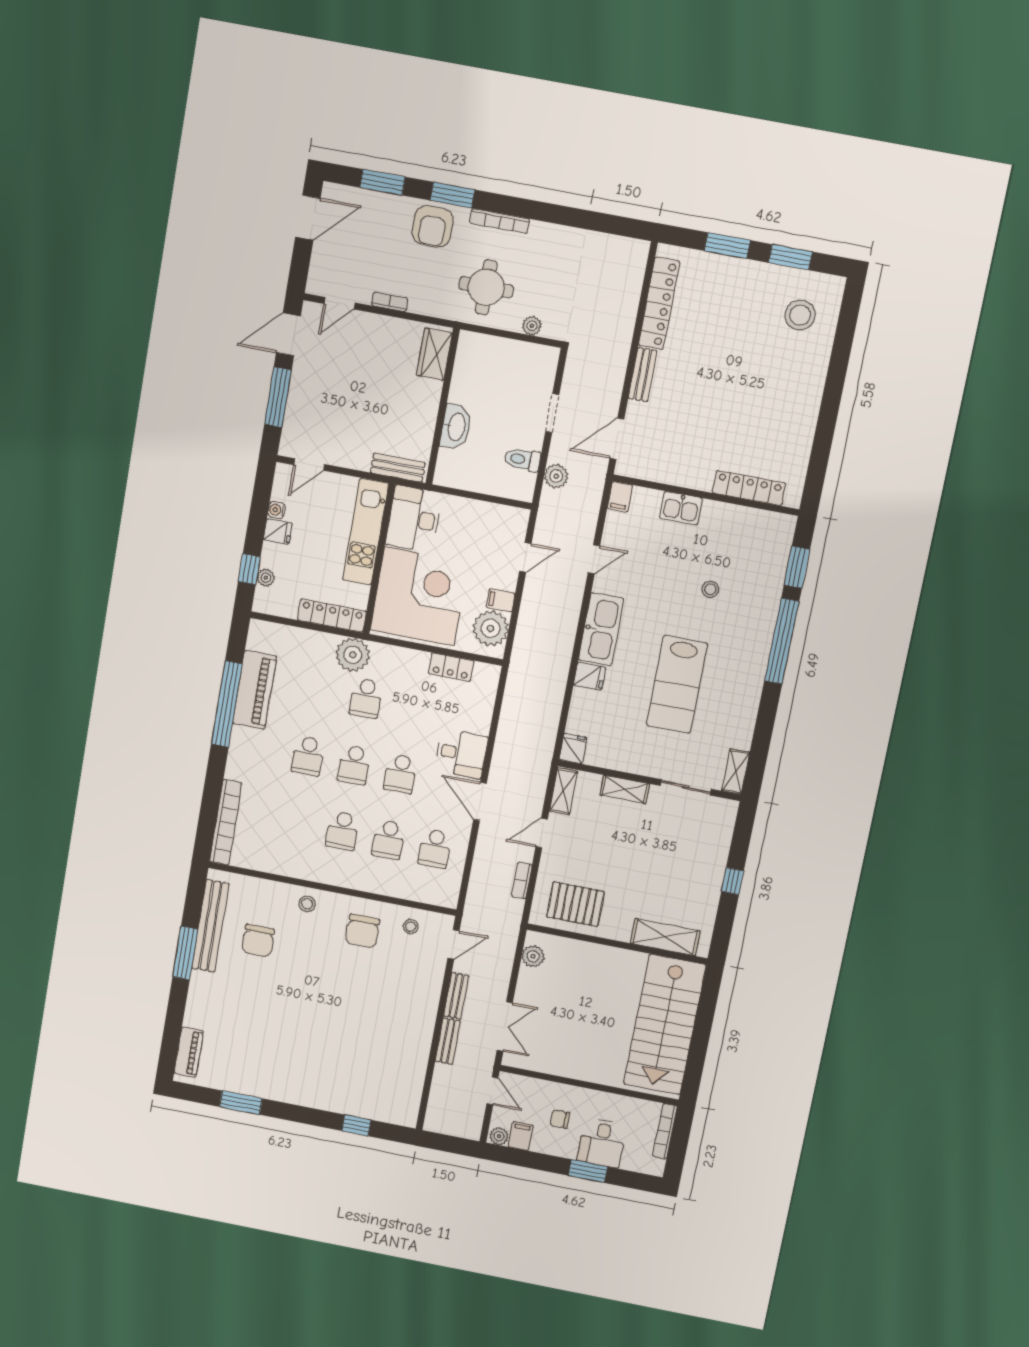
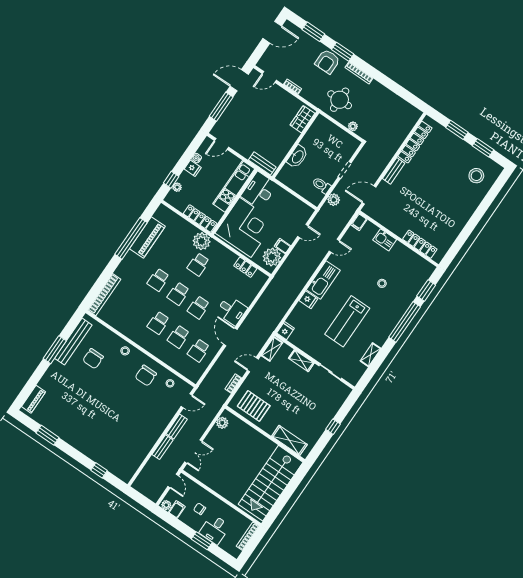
shelving: (736, 772) -> (371, 355), moved

